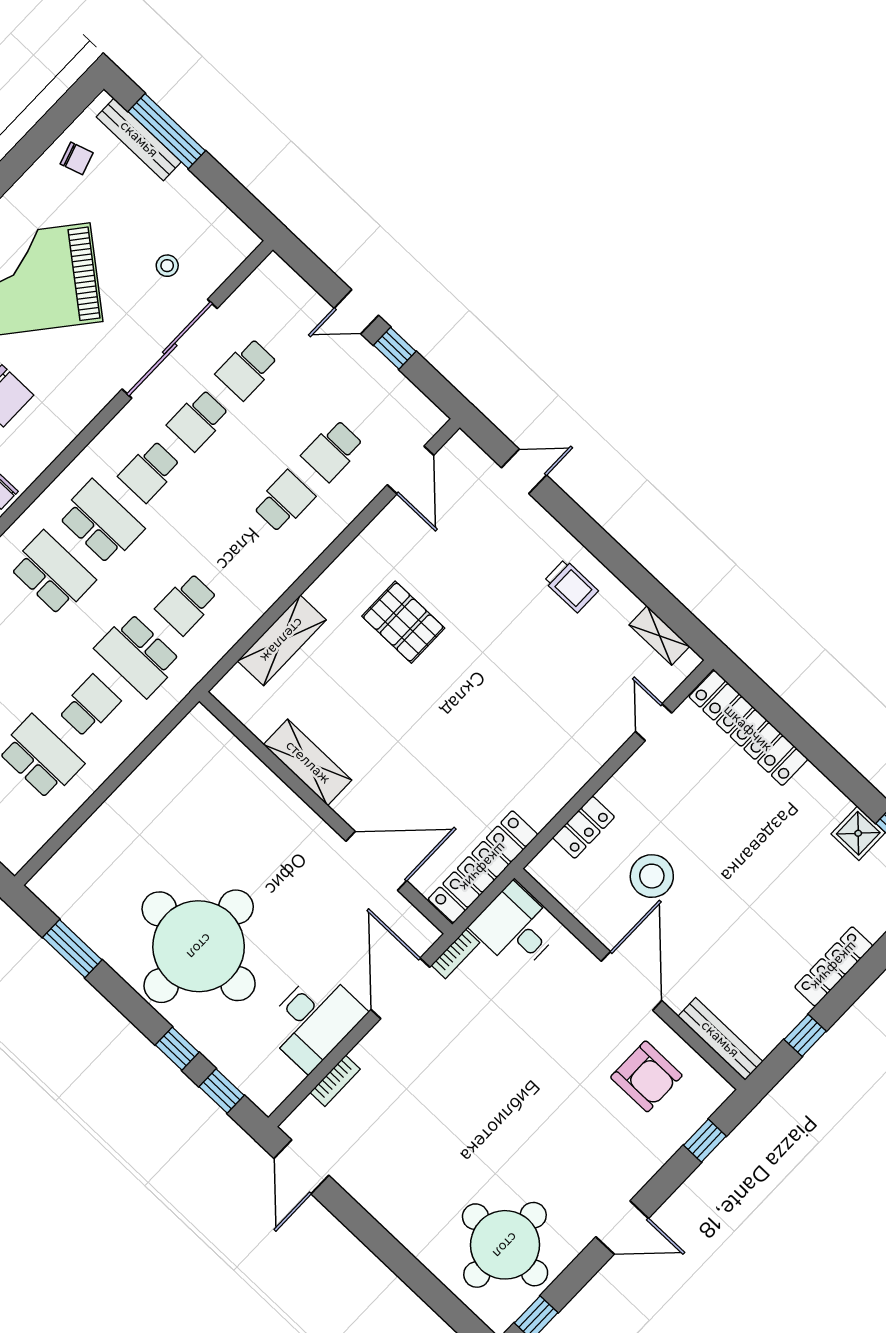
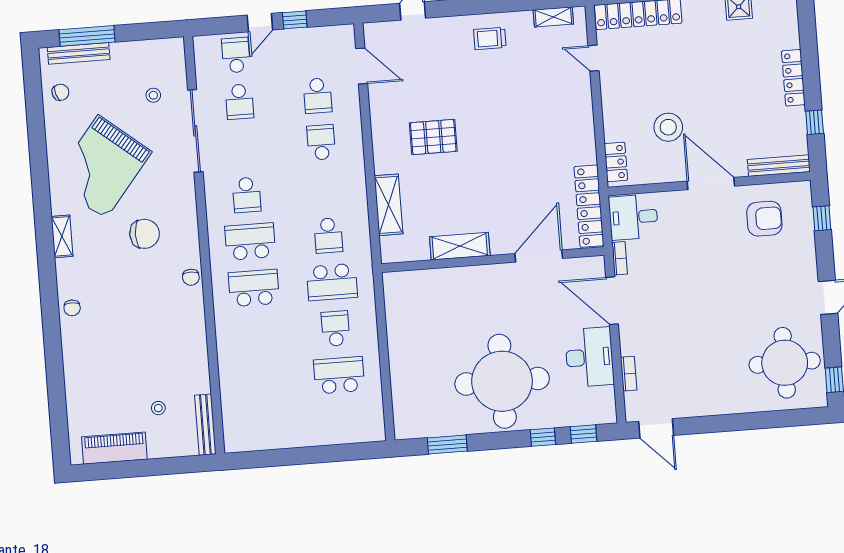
school desk: (198, 420) -> (236, 55), moved, turned 180
trolley: (571, 586) -> (490, 38), turned 180
locker: (584, 827) -> (616, 162), moved

